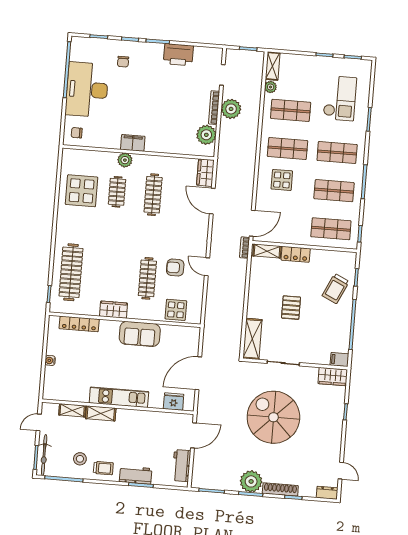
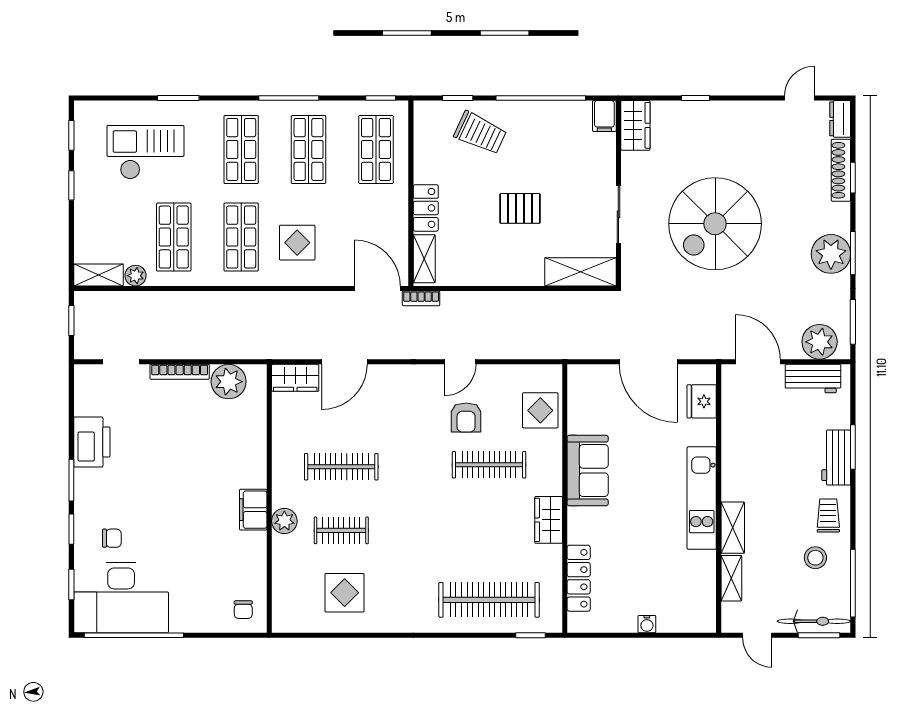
desk: (87, 90) -> (121, 598), moved
plant: (231, 109) -> (820, 342), moved
display table: (82, 191) -> (345, 593), width x0.73, depth x0.73
shoe rack: (280, 489) -> (841, 170), moved

